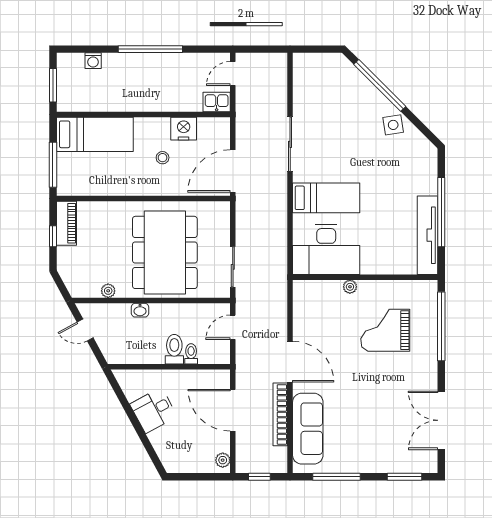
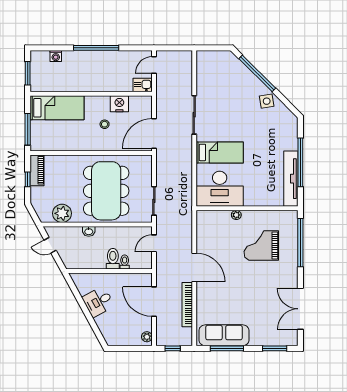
plant: (108, 291) -> (62, 213), width x1.88, depth x1.88
sofa: (308, 429) -> (224, 335), moved, turned -90

